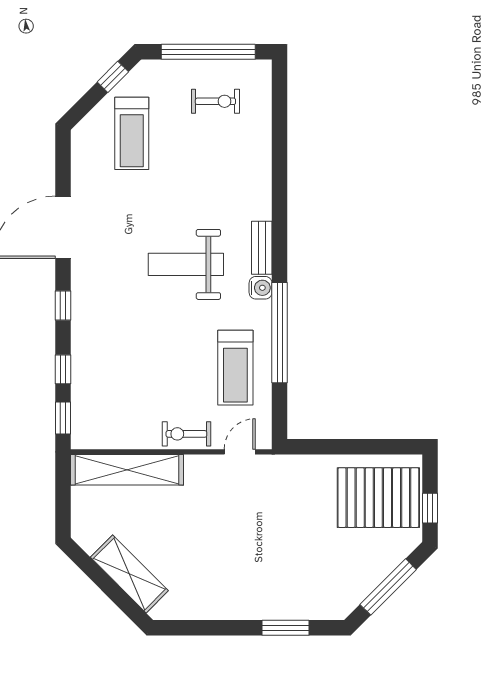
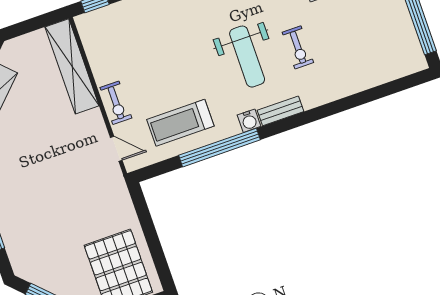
exercise bike: (215, 101) -> (298, 47), moved
weight bench: (186, 264) -> (247, 57), turned 180
exercise bike: (186, 434) -> (116, 103), turned 180

